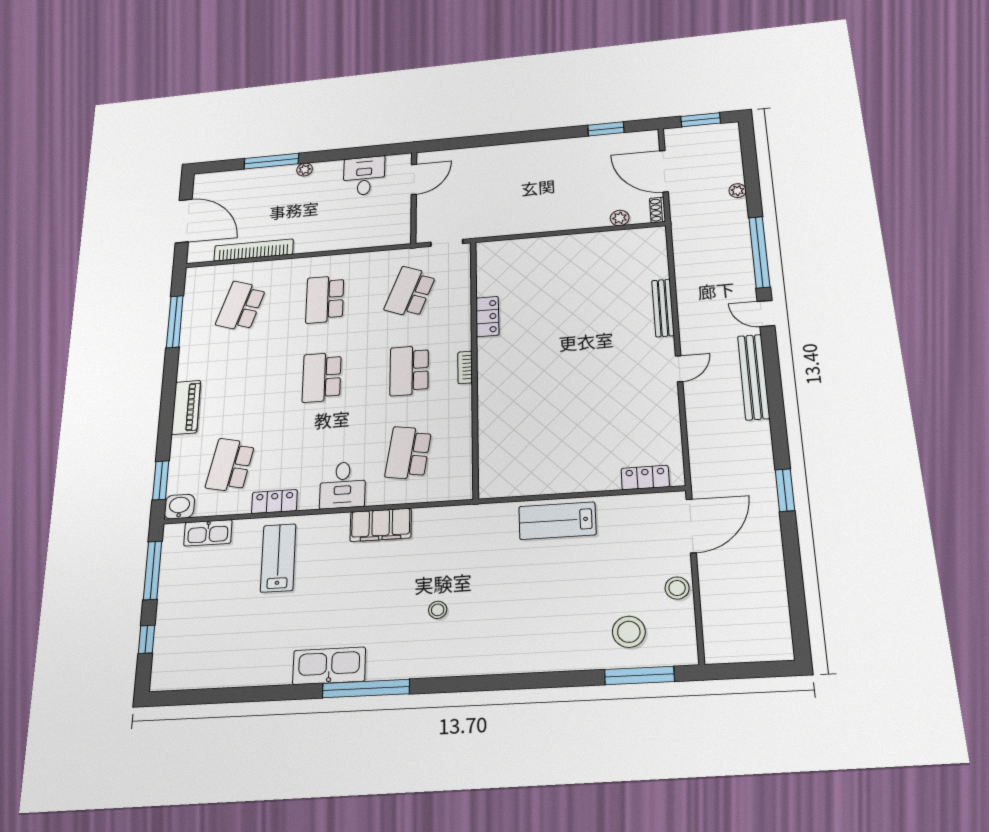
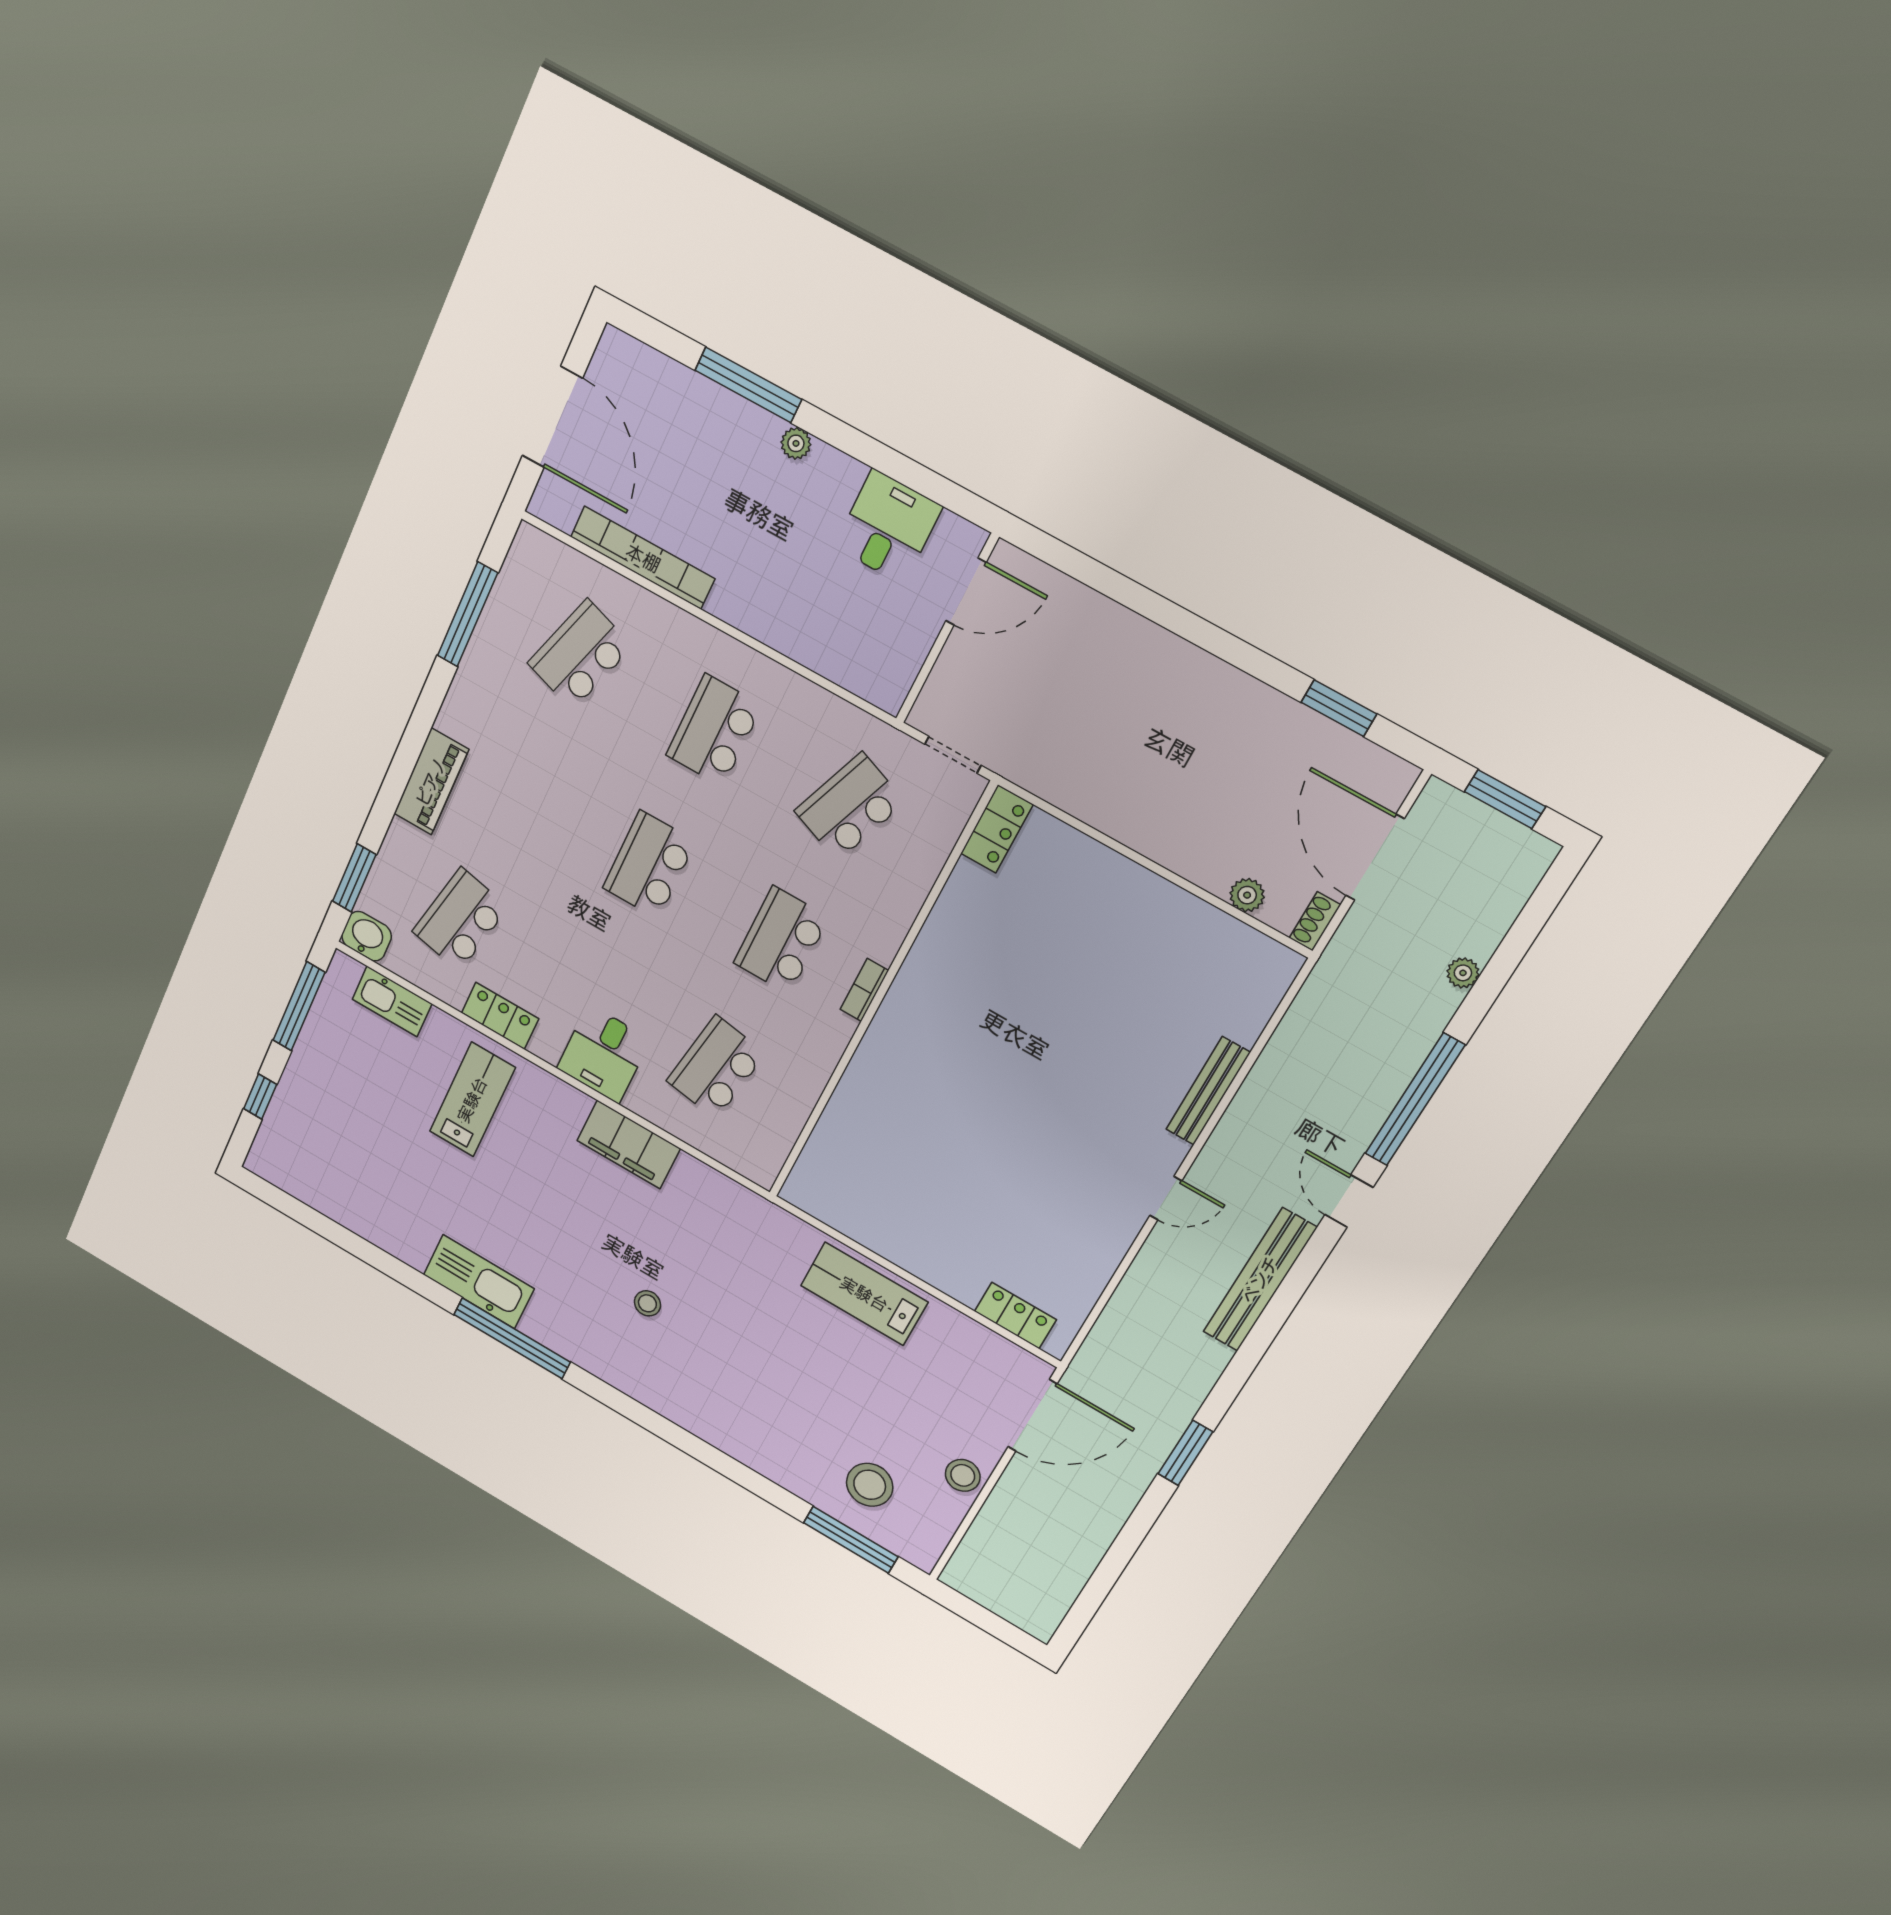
locker: (487, 317) -> (997, 829), moved

